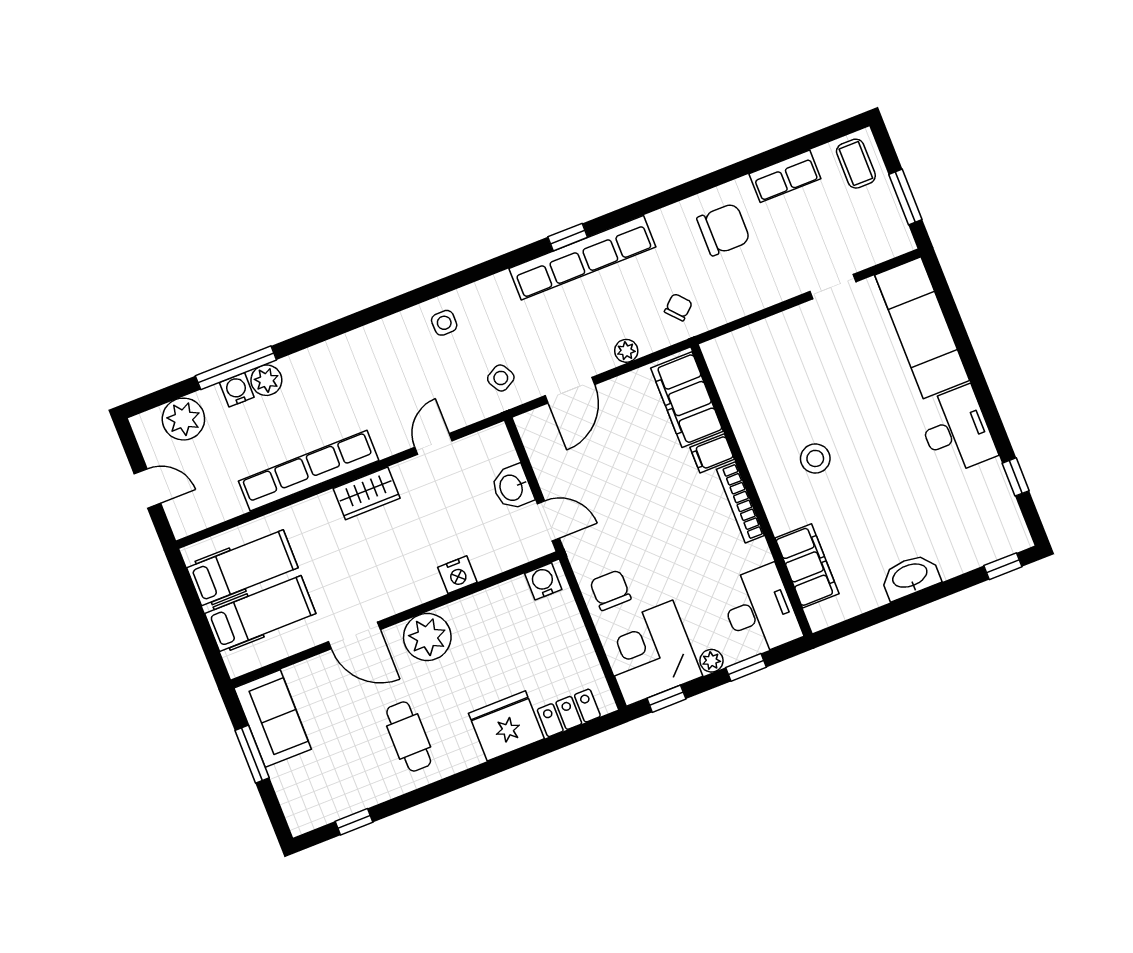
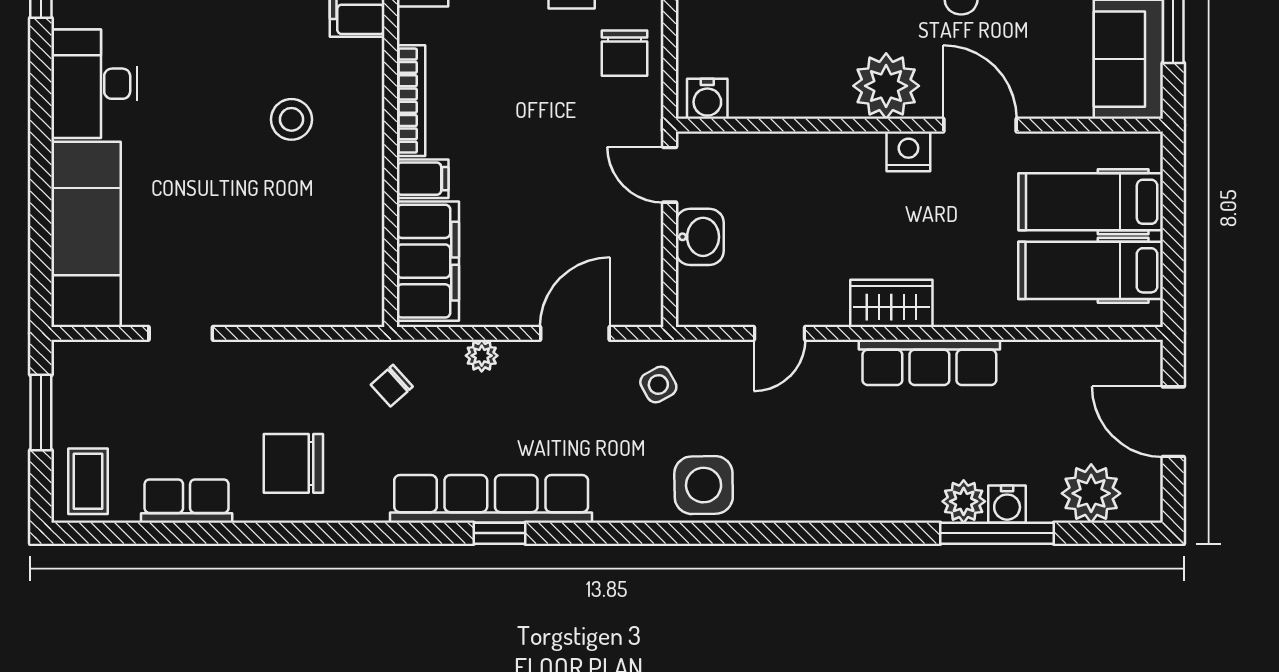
side table: (444, 323) -> (704, 485), width x1.87, depth x1.87
row of seats: (309, 471) -> (929, 362), width x0.73
door: (147, 488) -> (1173, 422), width x1.38
nightstand: (457, 575) -> (908, 151), moved

